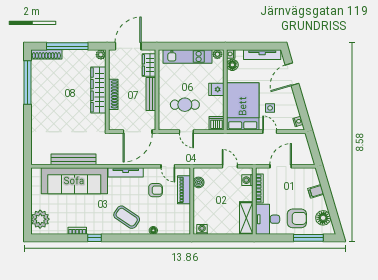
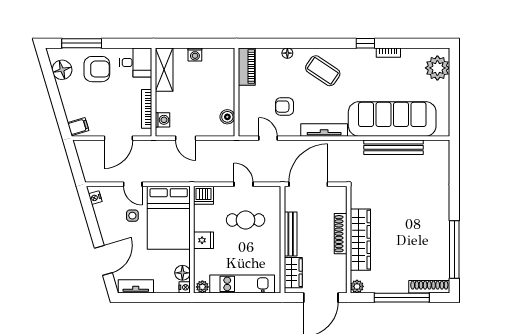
tv unit: (262, 55) -> (136, 286), width x0.71
piano: (184, 190) -> (247, 67), moved
filing cabinet: (316, 191) -> (78, 127), moved
armchair: (297, 218) -> (97, 69), turned 180
desk: (268, 219) -> (136, 62), width x0.73
washing machine: (202, 229) -> (195, 54), moved

